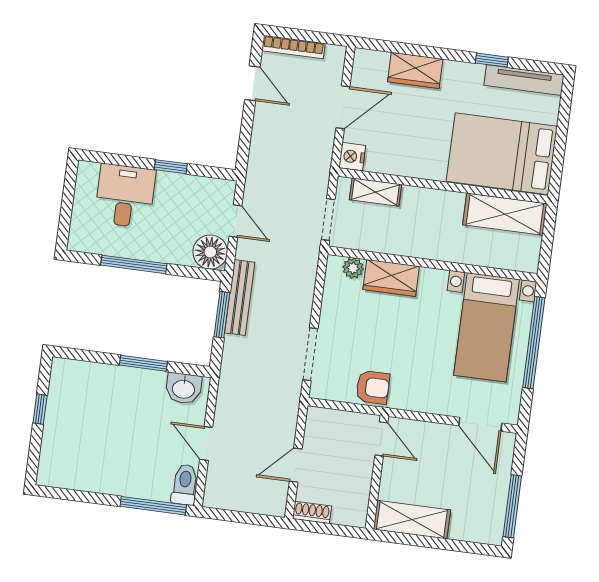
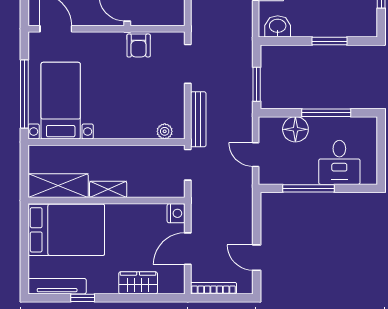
bookcase: (293, 47) -> (214, 288), moved
window: (171, 167) -> (309, 188), width x2.17
shelving: (375, 192) -> (108, 189), moved
floor lamp: (210, 252) -> (295, 129), moved
wardrobe: (391, 278) -> (136, 128), removed
bench: (240, 298) -> (198, 119), moved
window: (143, 363) -> (329, 41), moved
armchair: (373, 387) -> (139, 46), turned -90

